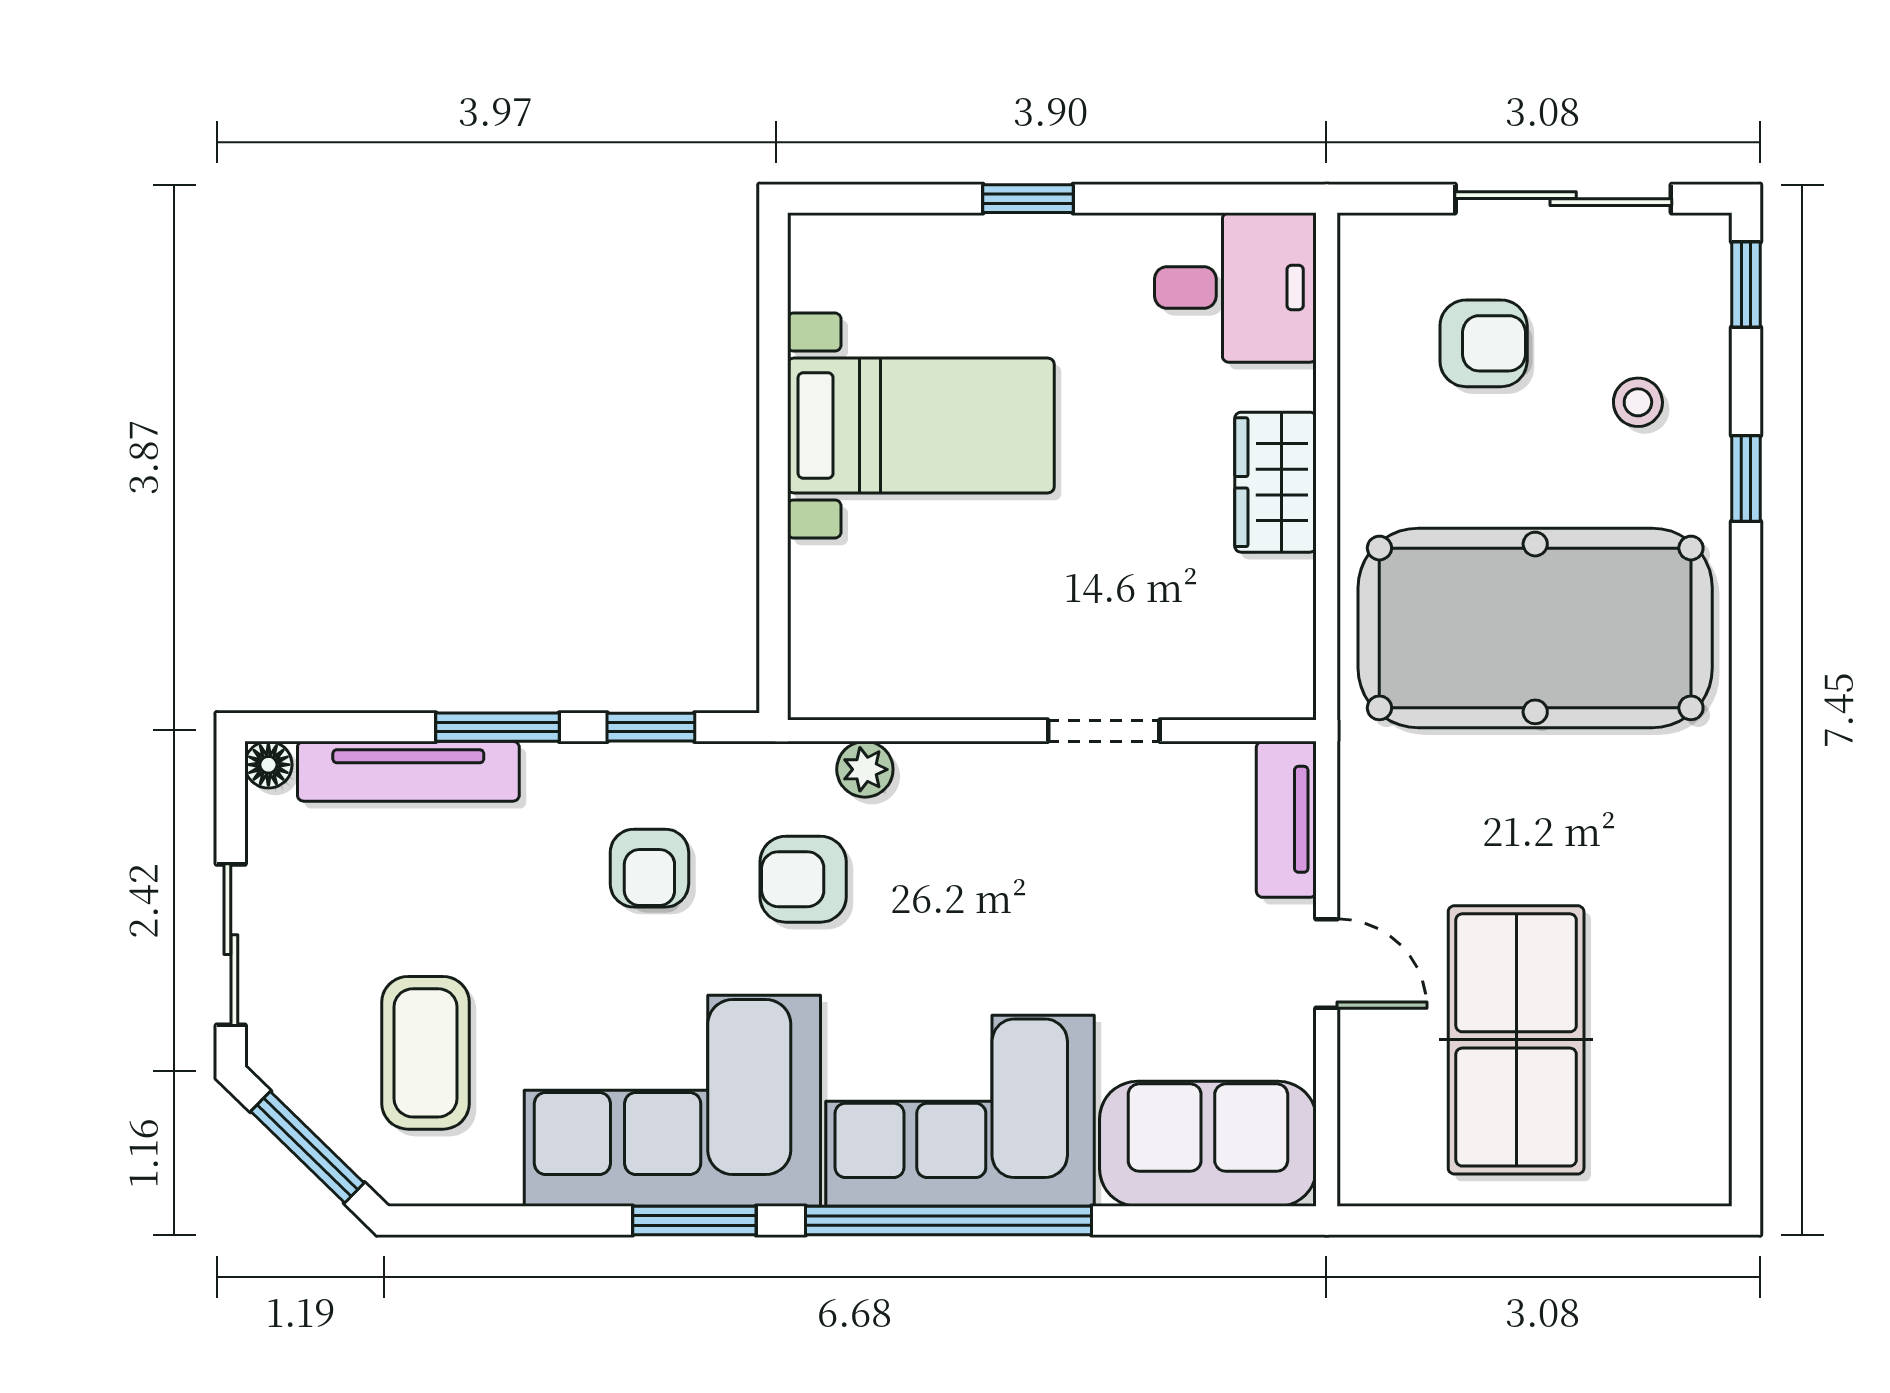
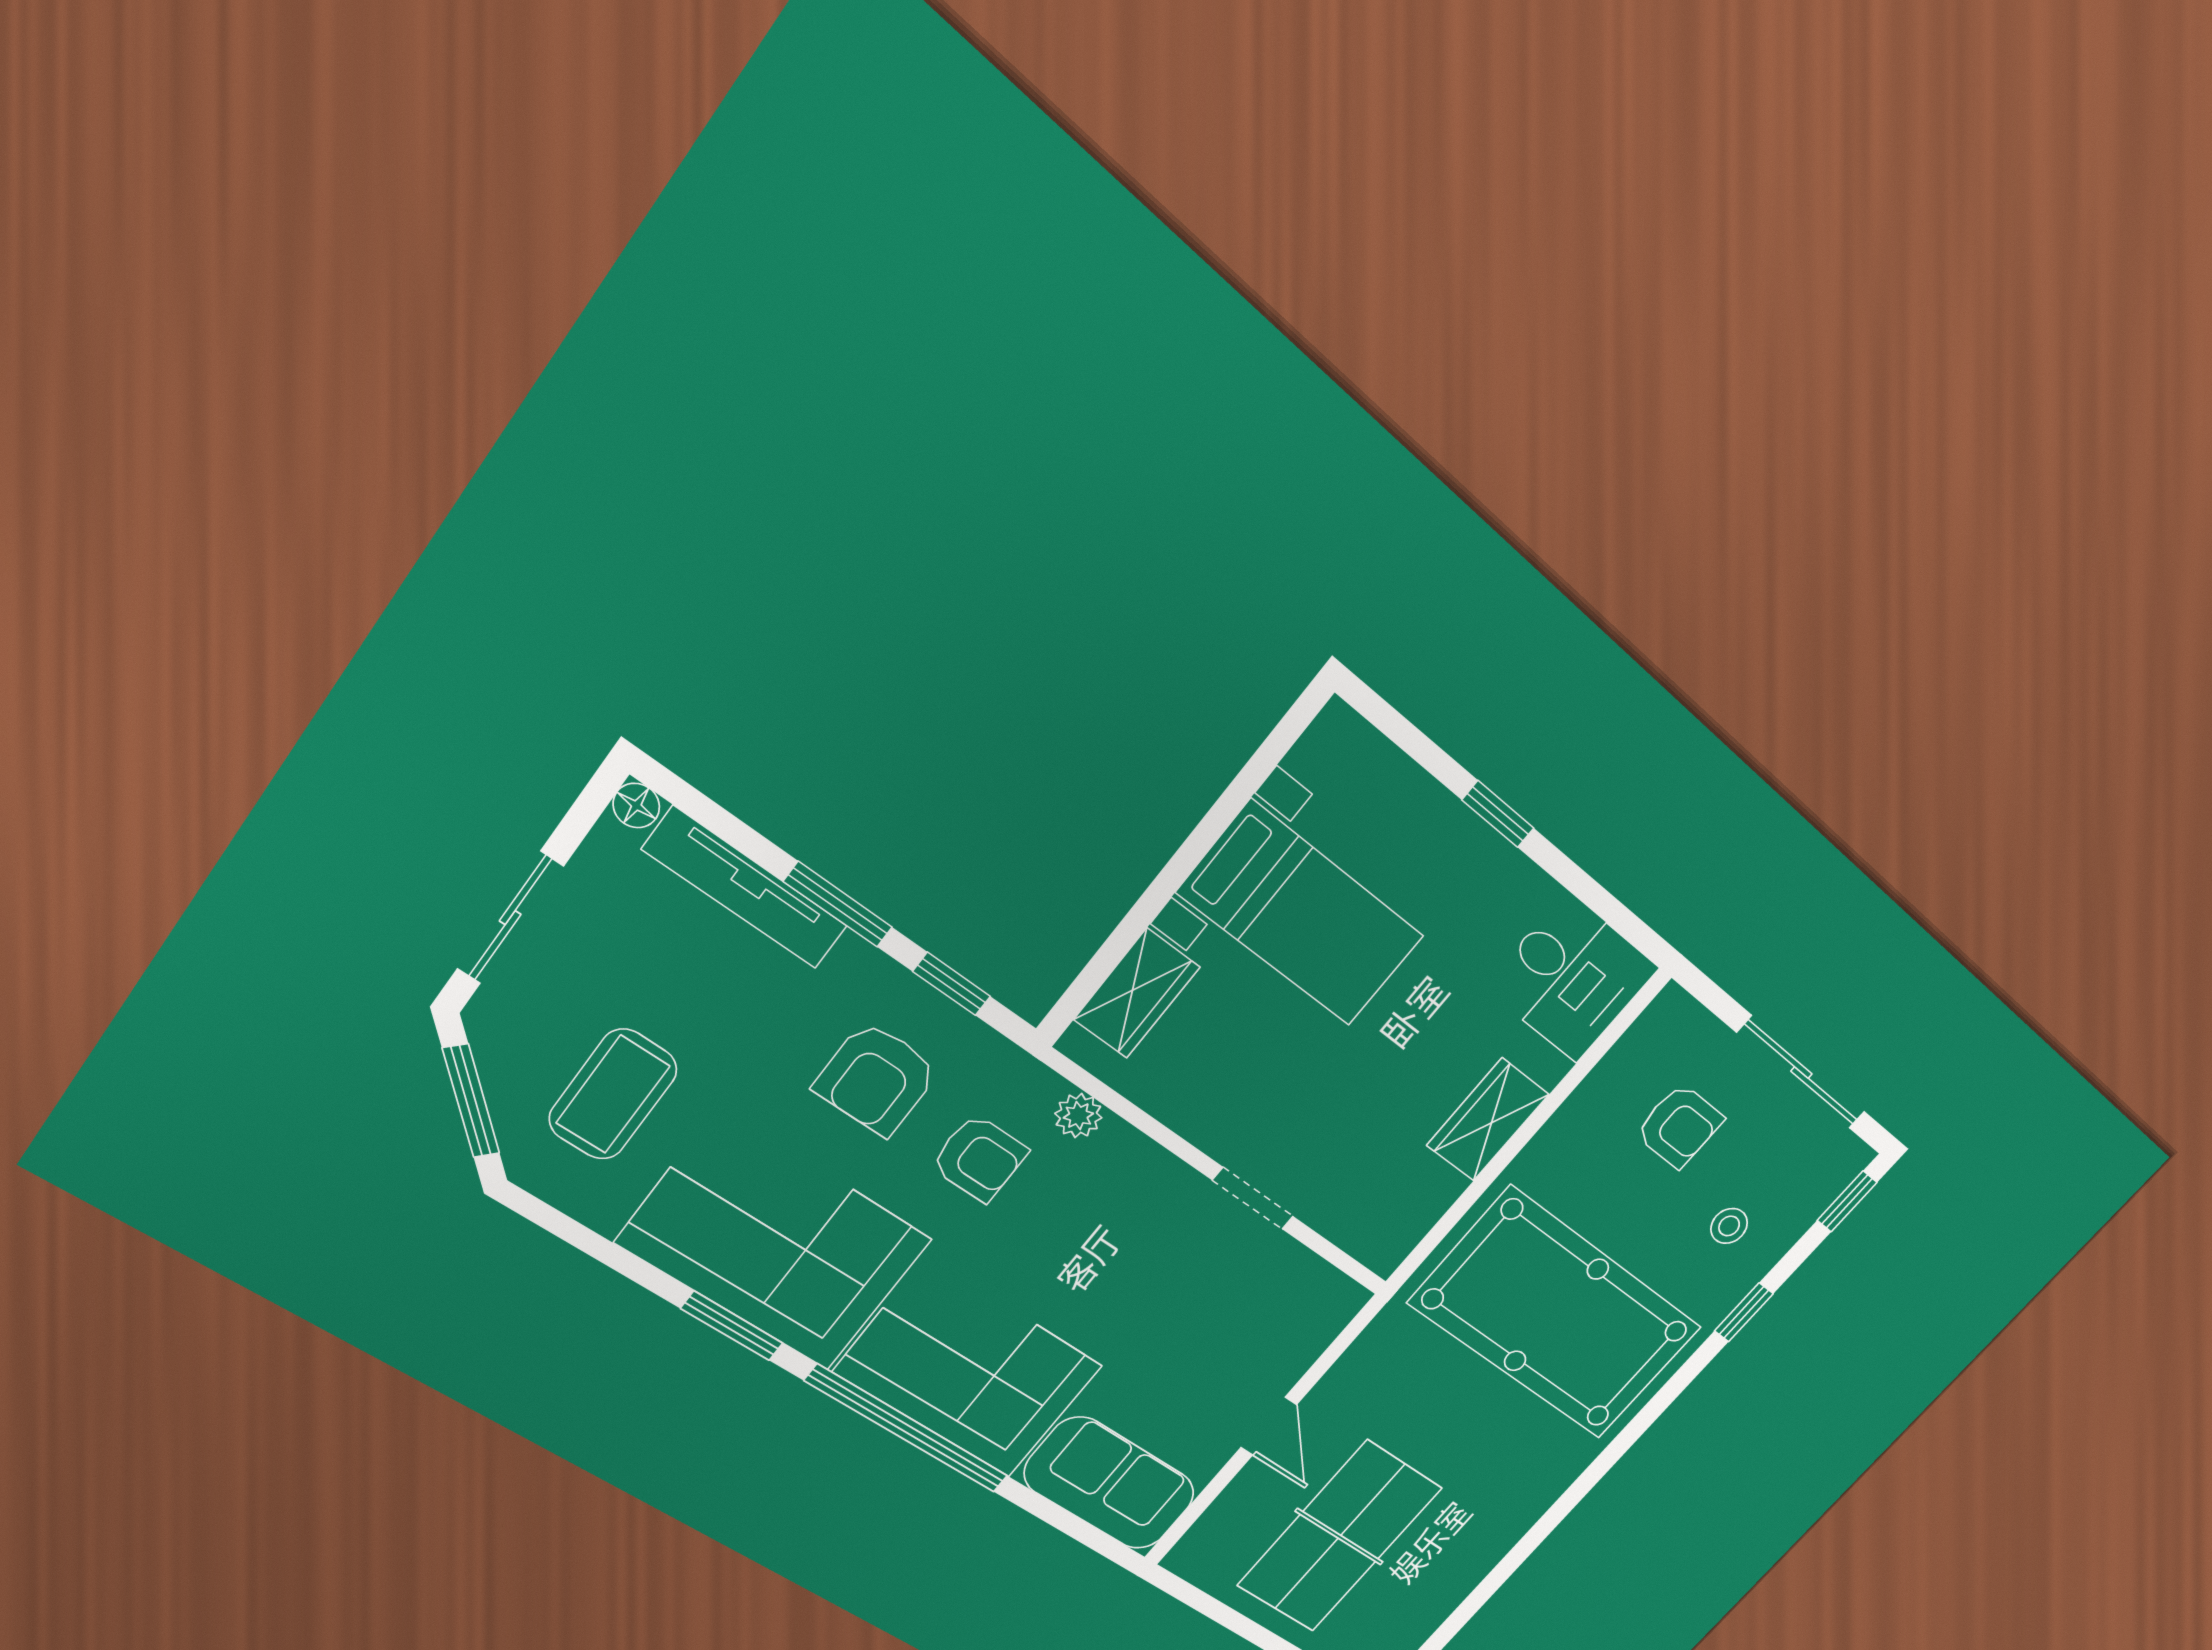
wardrobe: (827, 612) -> (1137, 993), added
tv unit: (1286, 819) -> (1317, 1328), removed
armchair: (649, 868) -> (876, 1079), width x1.38, depth x1.38
armchair: (803, 879) -> (979, 1158), turned 180

